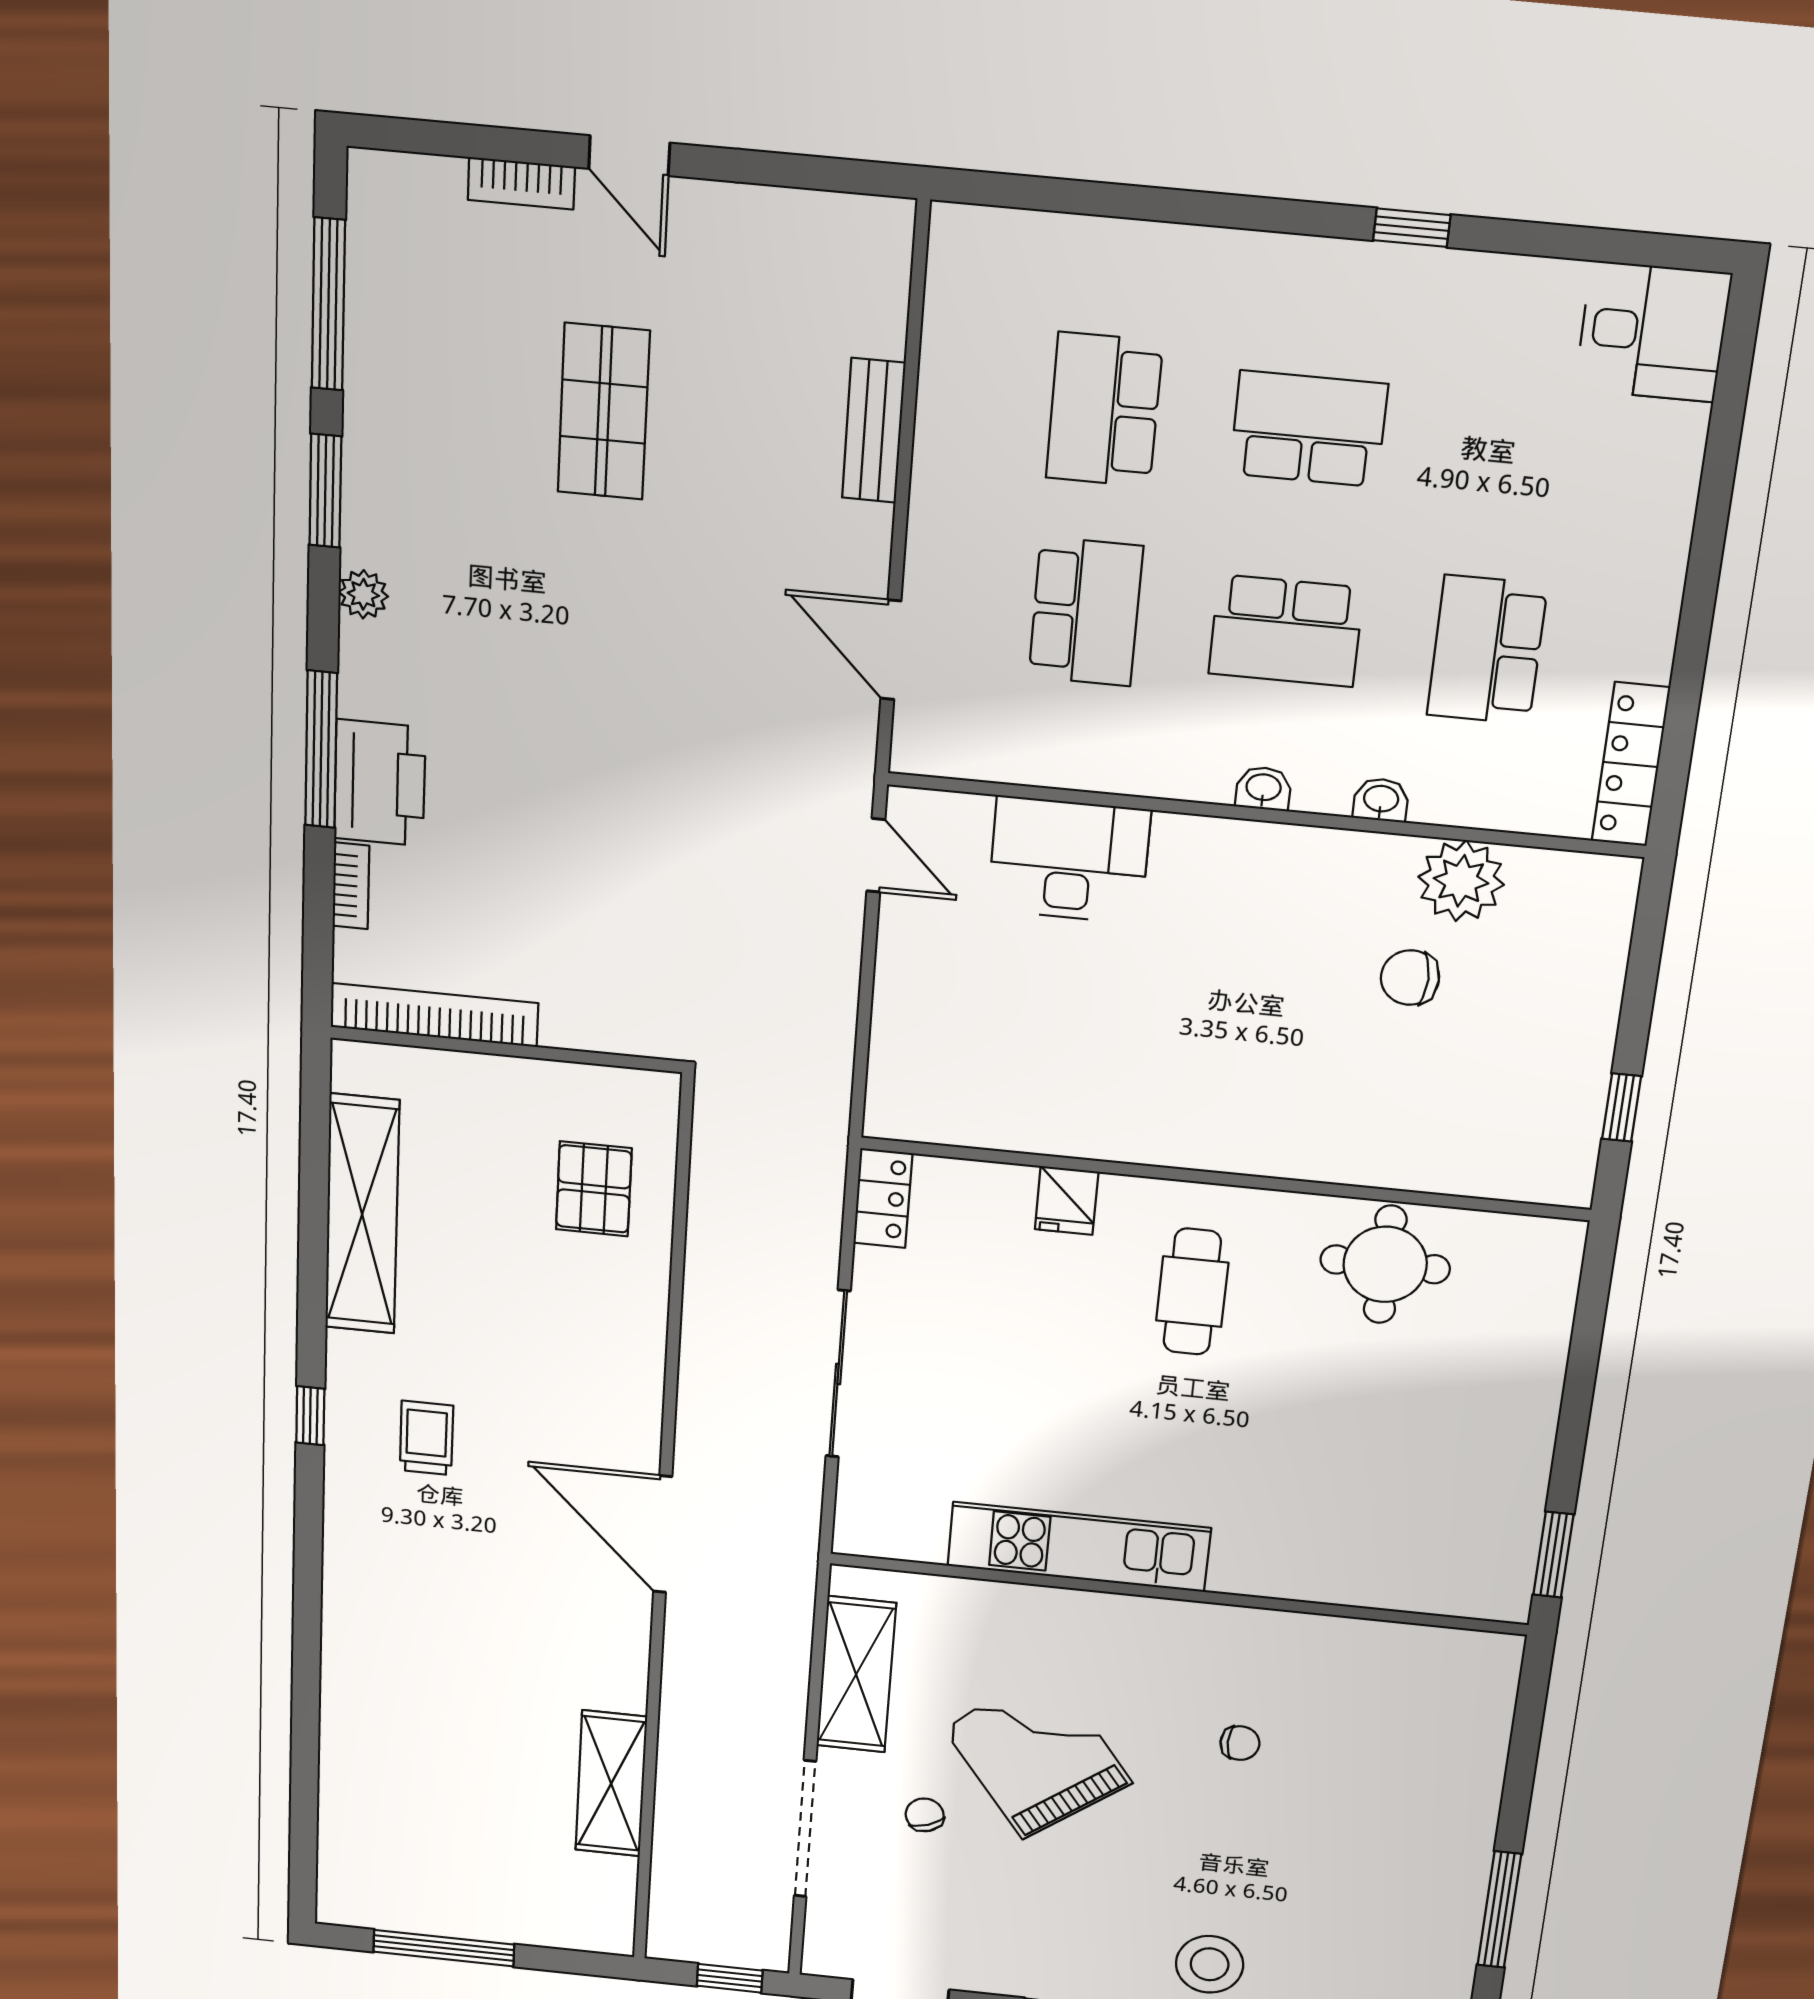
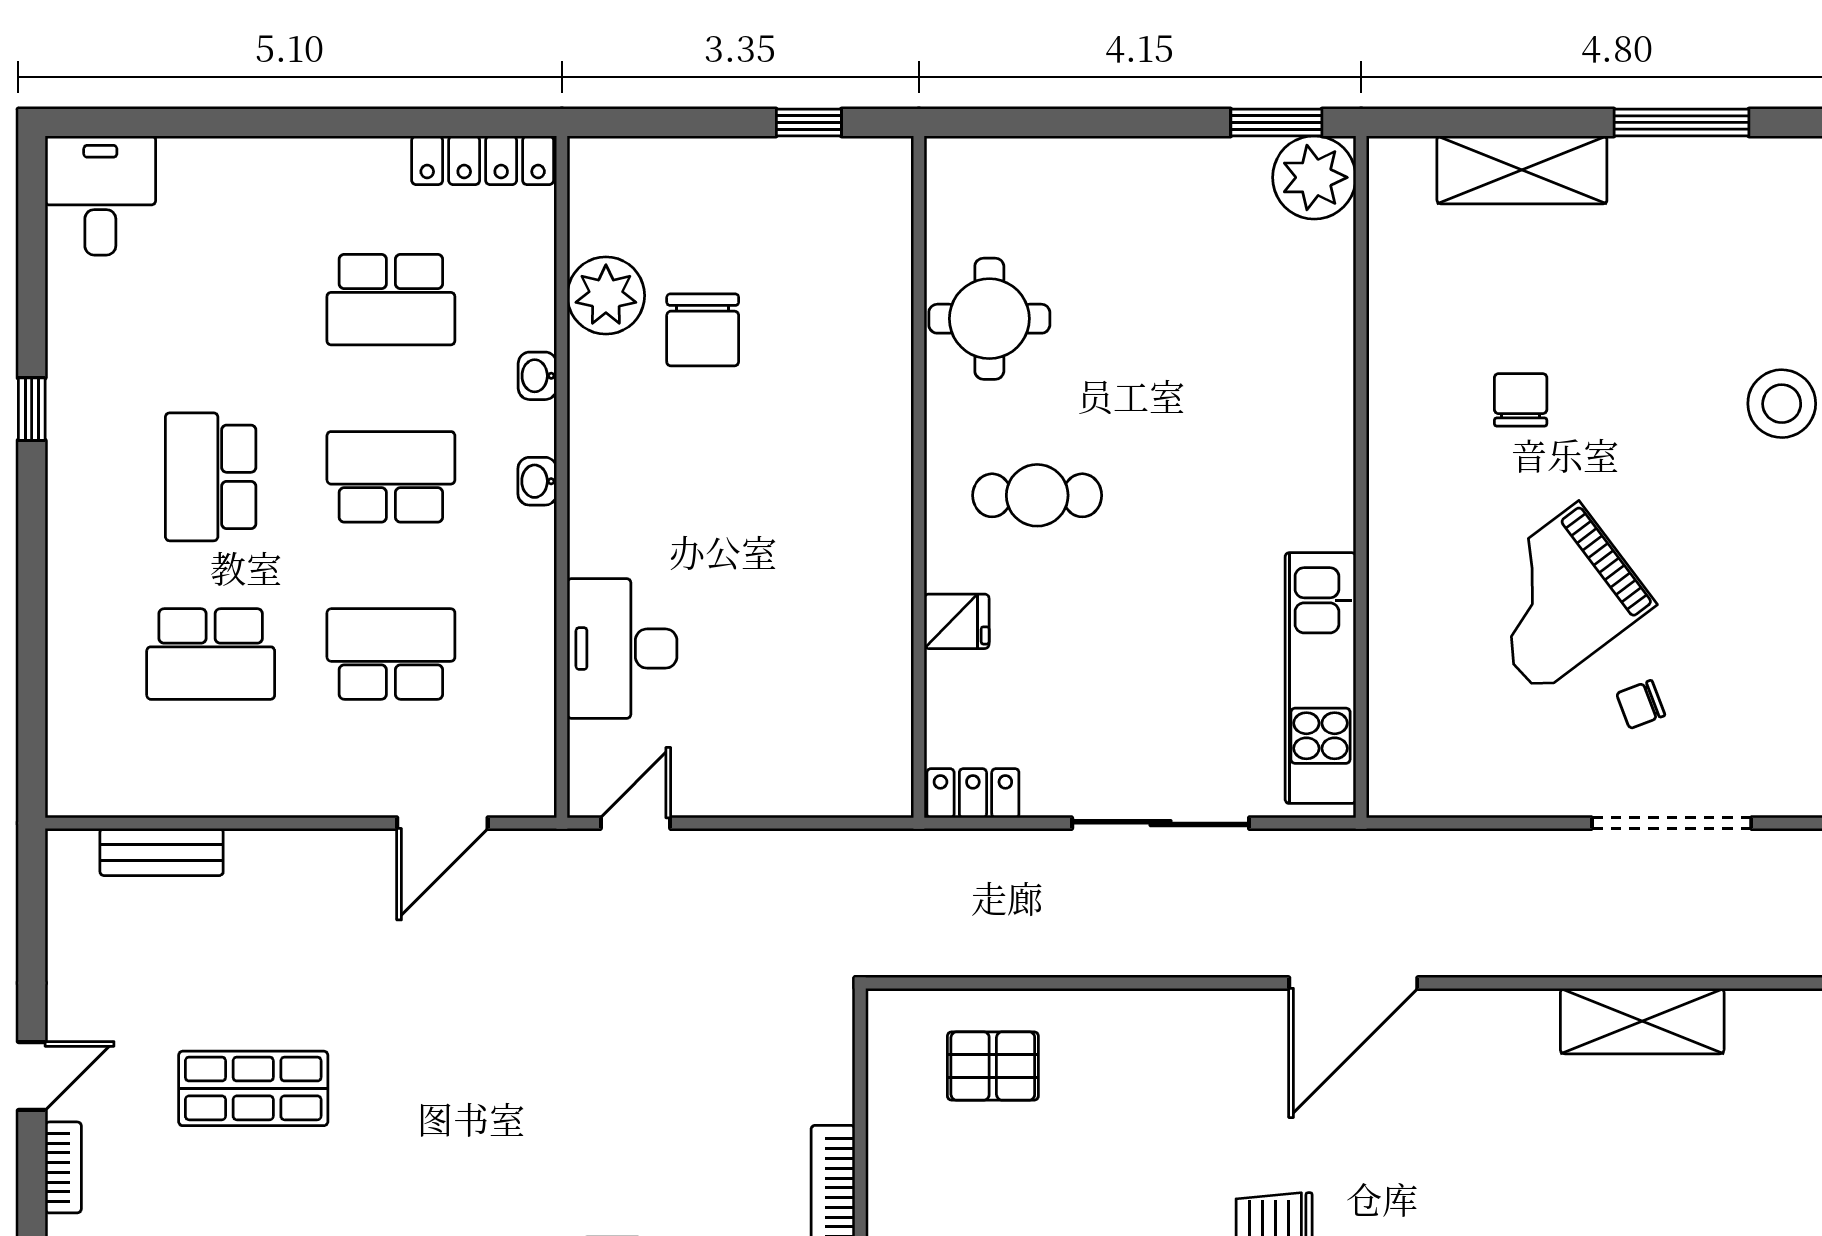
bench: (874, 431) -> (162, 852), moved
school desk: (1286, 631) -> (391, 477), turned -90
chair: (1410, 978) -> (703, 330), width x1.37, depth x1.37
kitchen unit: (1079, 1547) -> (1320, 678), moved
plant: (1491, 1583) -> (1314, 177), added
shelving: (856, 1675) -> (1522, 170), moved
chair: (1240, 1743) -> (1521, 400), width x1.37, depth x1.37

